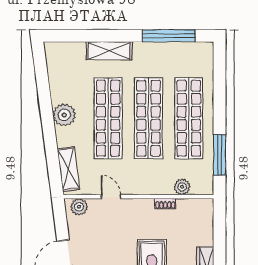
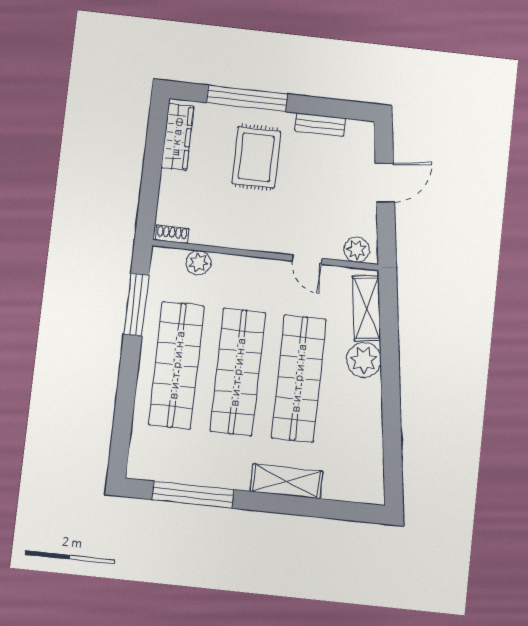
plant: (64, 115) -> (364, 360), moved
shoe rack: (165, 204) -> (172, 234), moved

